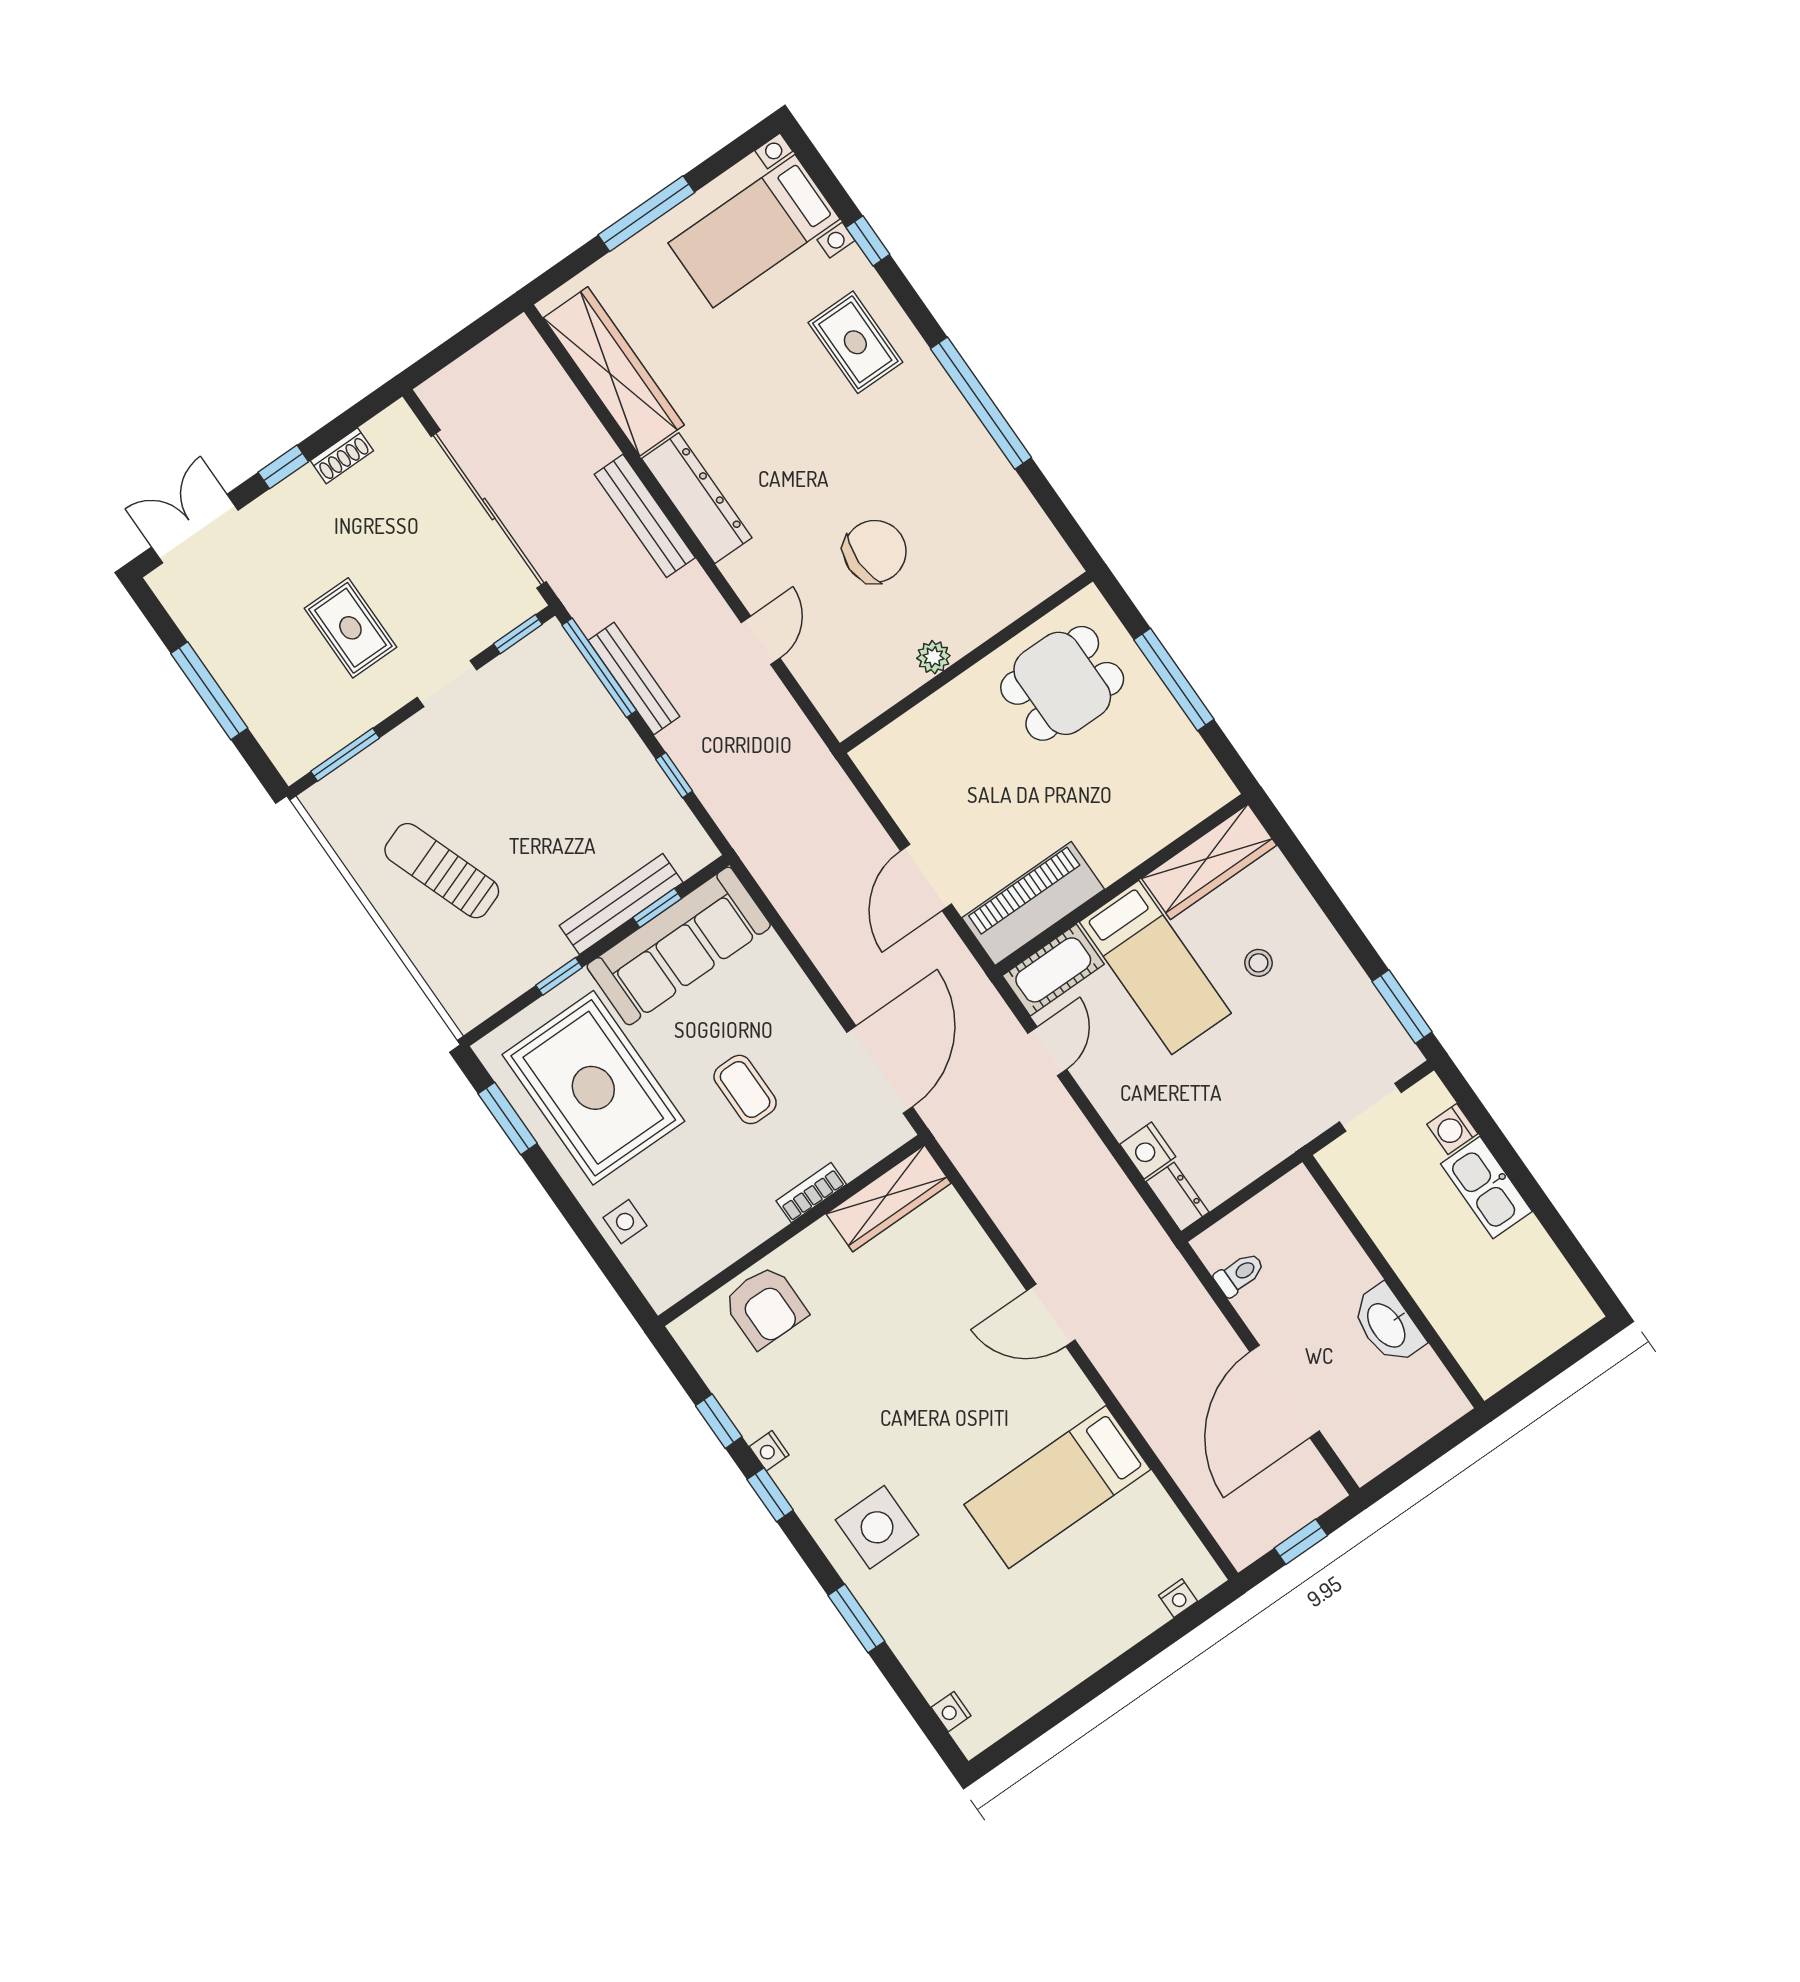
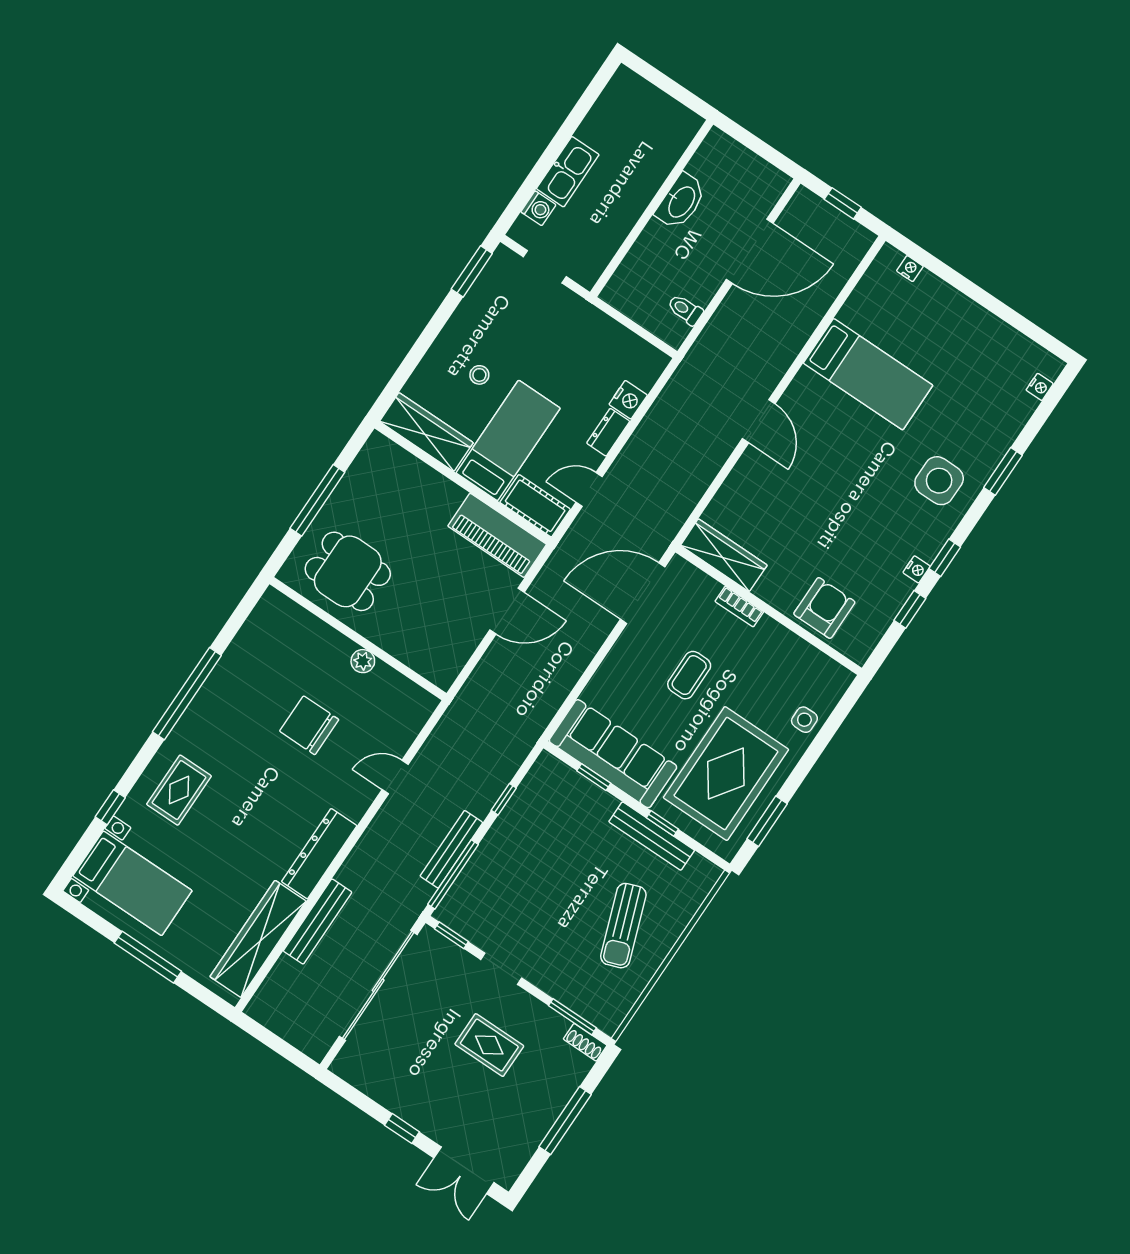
shoe rack: (342, 456) -> (585, 1042), moved, turned 180
bench: (645, 516) -> (318, 921), moved
rug: (350, 628) -> (489, 1045), turned 90
bench: (621, 904) -> (652, 836), moved
dresser: (1177, 1197) -> (608, 432), moved

